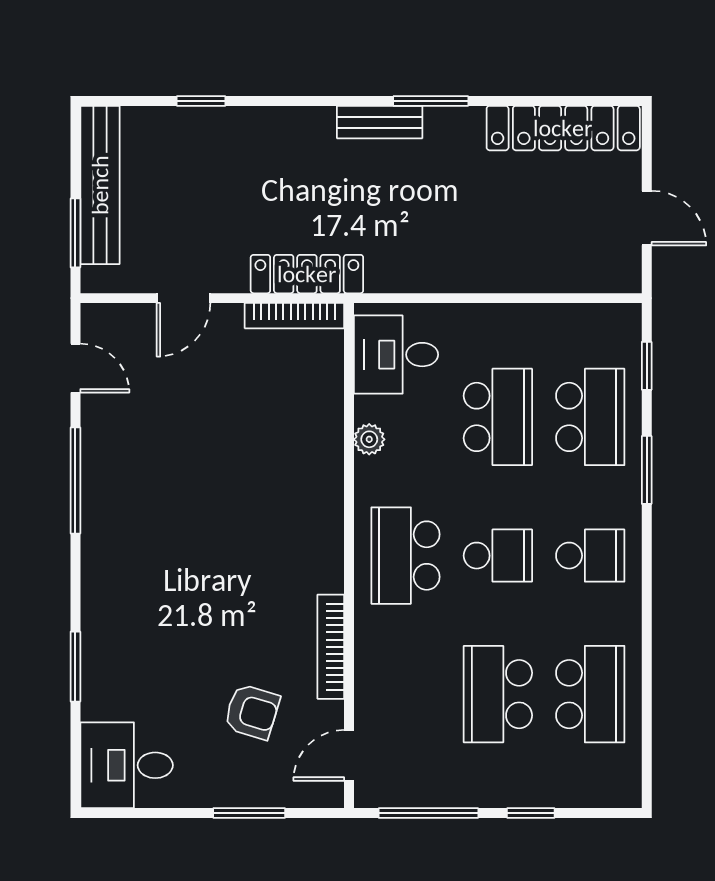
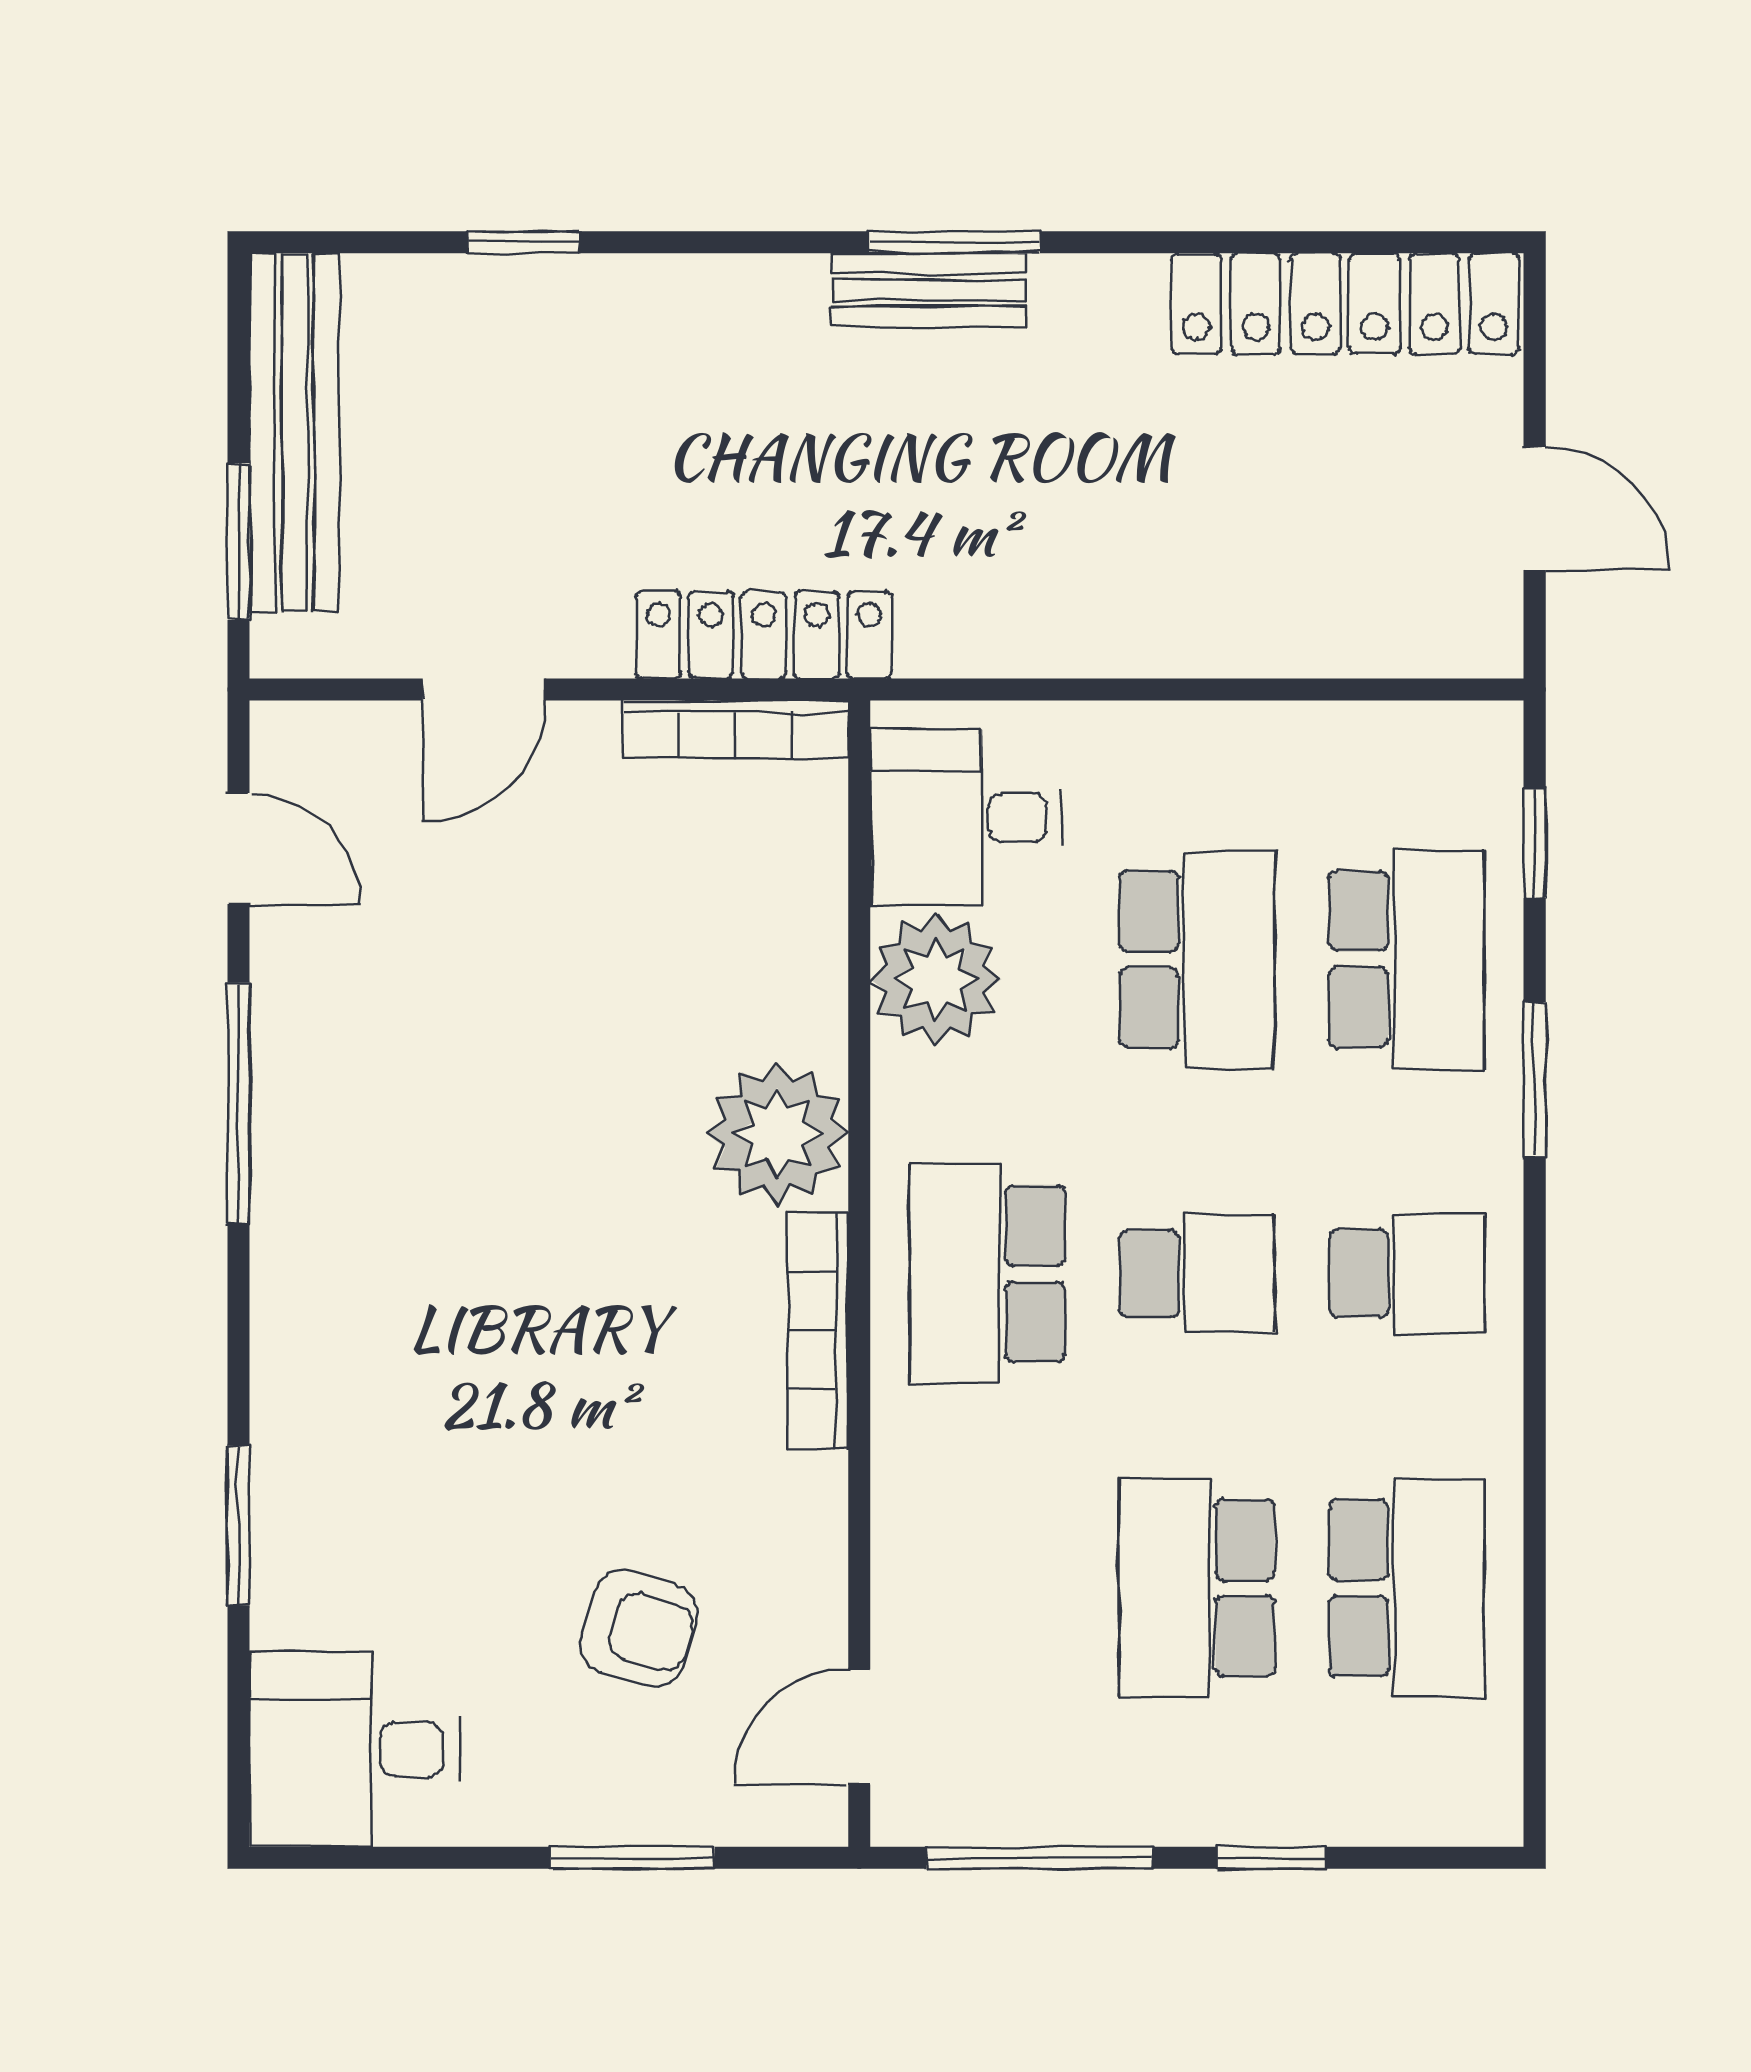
window: (431, 101) -> (955, 242), moved
plant: (369, 439) -> (936, 979), width x1.88, depth x1.88
plant: (313, 494) -> (777, 1134), added
bookcase: (331, 647) -> (818, 1330), moved

